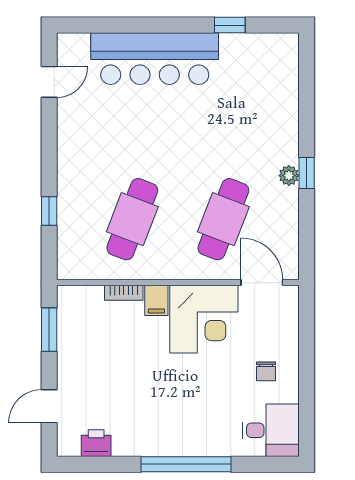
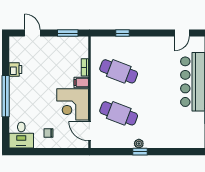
door: (49, 82) -> (182, 33), hinge flipped
door: (262, 283) -> (89, 131), swing flipped
printer: (96, 443) -> (15, 70), moved

